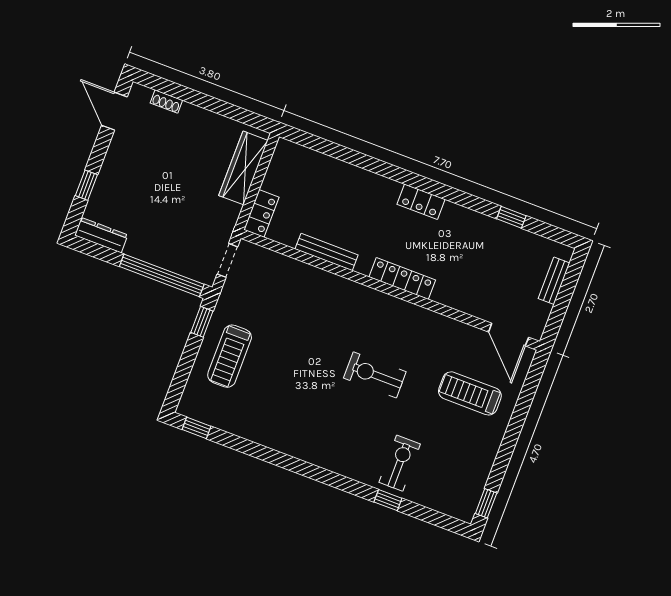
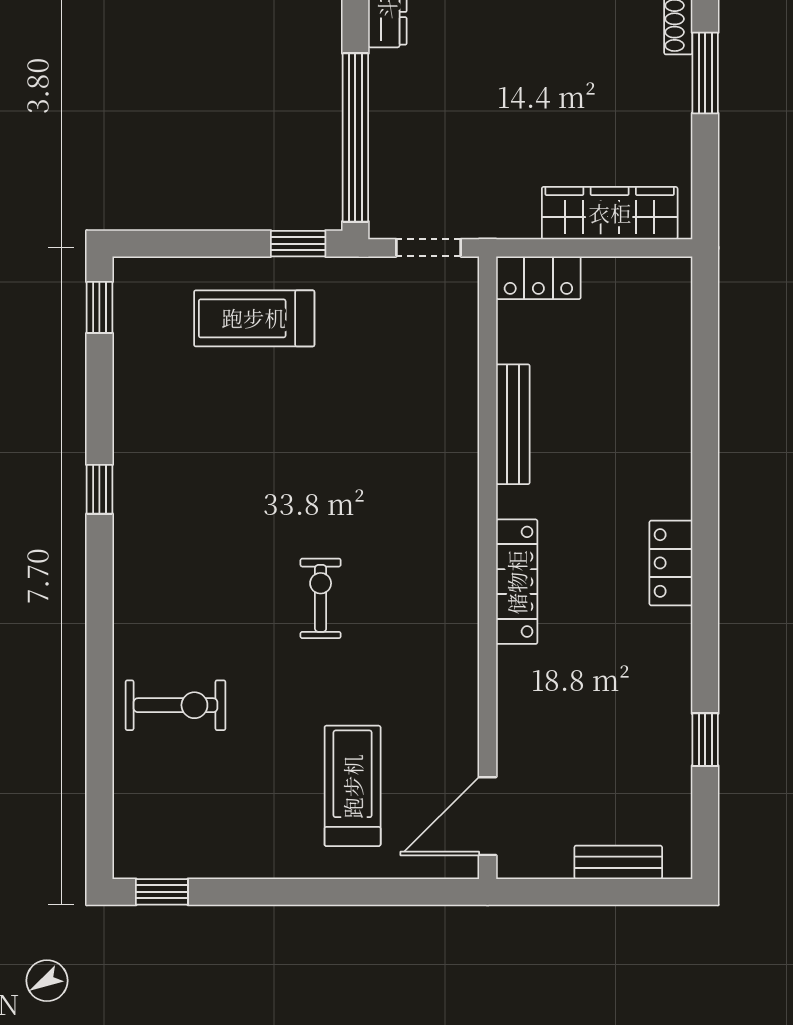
window: (194, 97) -> (705, 73), added
exercise bike: (375, 375) -> (321, 598), width x0.73, depth x0.72
window: (388, 500) -> (99, 489), moved

